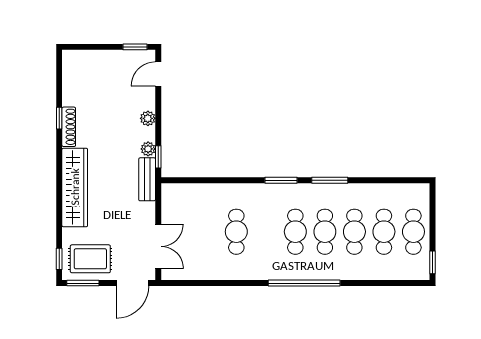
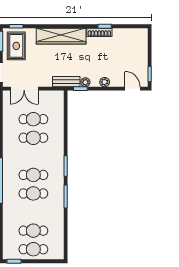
cafe table: (354, 232) -> (33, 119), moved

